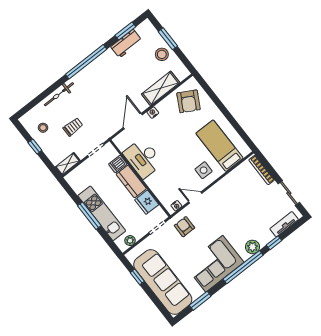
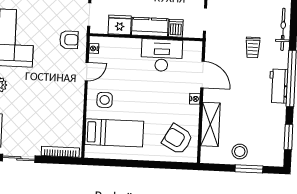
workbench: (126, 44) -> (278, 86), moved
trolley: (73, 127) -> (253, 47), moved

